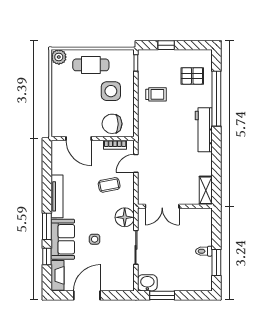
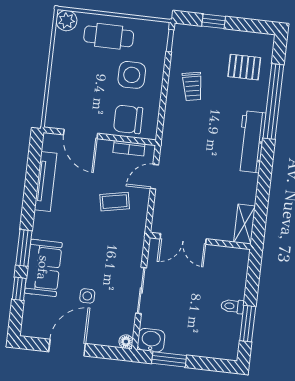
trolley: (156, 94) -> (192, 86), turned 79
tv unit: (57, 196) -> (46, 181), moved
floor lamp: (125, 217) -> (126, 342), moved, width x0.53, depth x0.53
side table: (95, 239) -> (87, 296), moved
fireplace: (58, 275) -> (31, 316), removed

